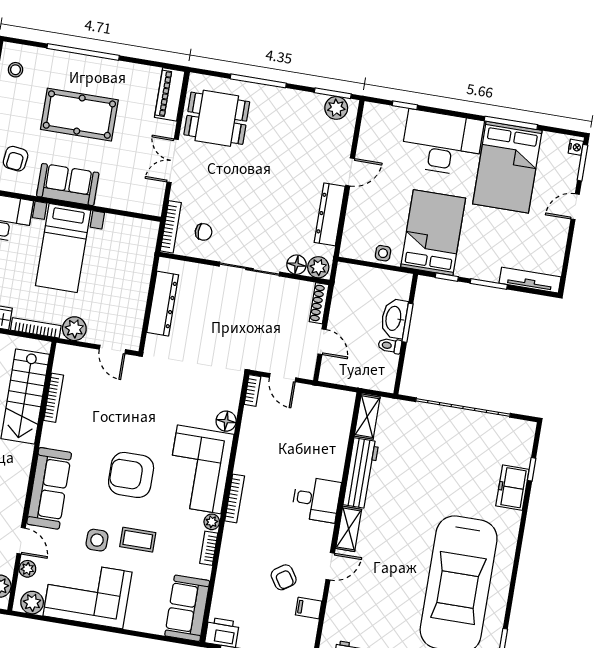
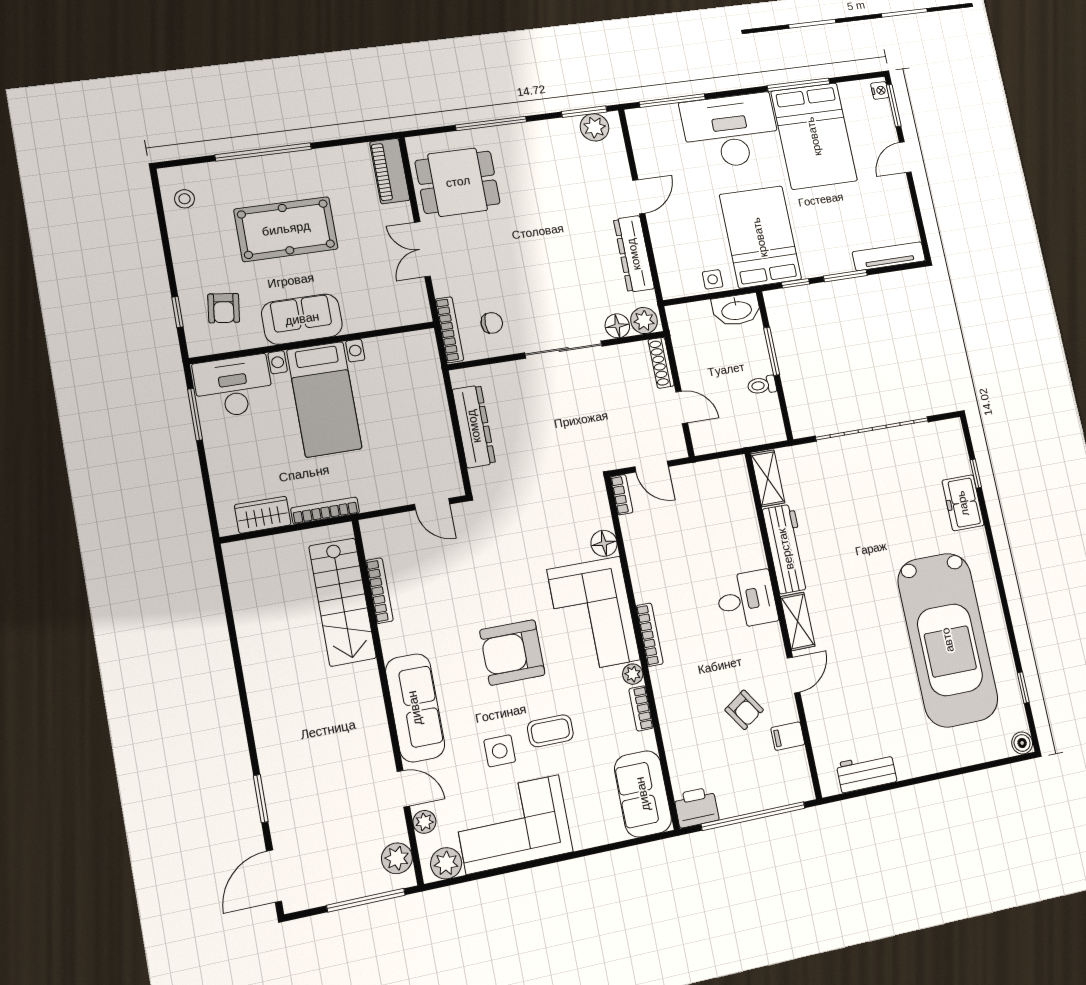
window: (405, 105) -> (672, 101), width x2.17
washbasin: (394, 318) -> (736, 310), moved, turned -90
plant: (74, 329) -> (375, 495), removed

